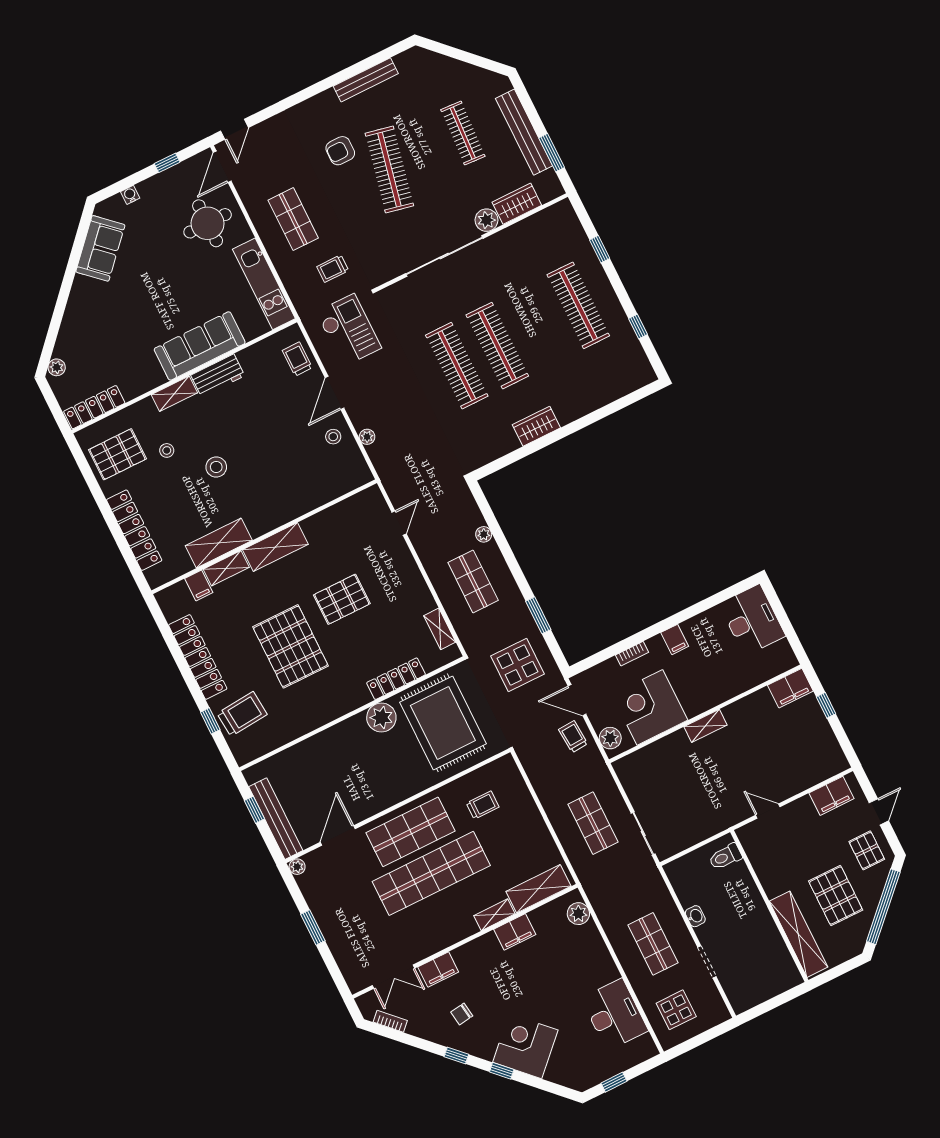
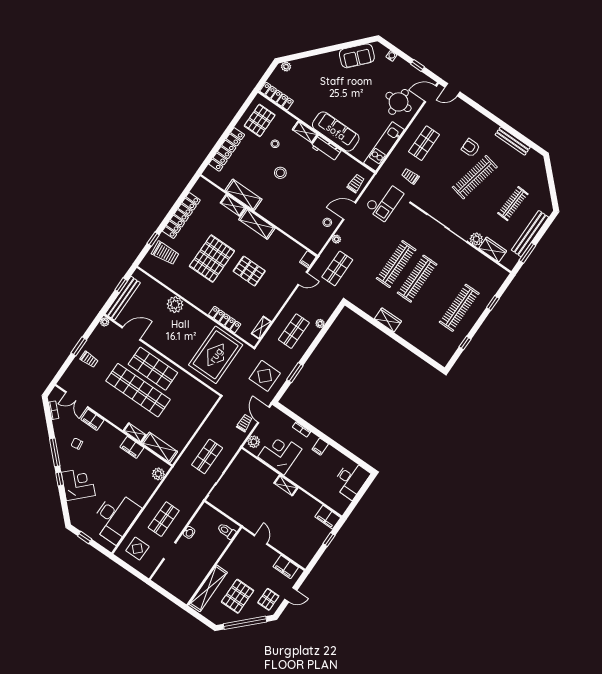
pallet: (117, 454) -> (260, 120), turned 90
shop shelf: (413, 461) -> (337, 268), added
filing cabinet: (199, 585) -> (308, 259), moved
plant: (381, 718) -> (175, 305), moved
trolley: (483, 805) -> (89, 359), moved
desk: (615, 1014) -> (115, 517), width x1.36, depth x1.30
window: (456, 1056) -> (55, 452), width x2.17

